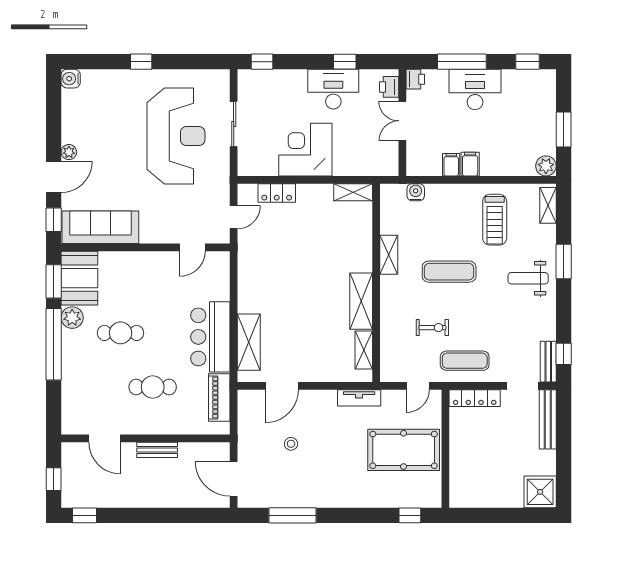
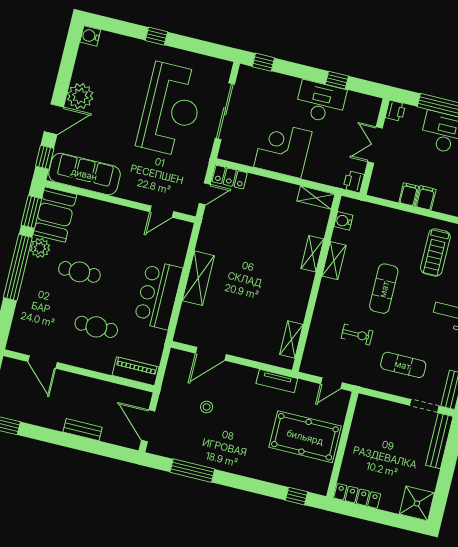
printer: (389, 87) -> (354, 182), moved
sliding door: (234, 124) -> (225, 111), width x1.37
plant: (69, 152) -> (80, 96), width x1.87, depth x1.87
water cooler: (416, 192) -> (343, 221), moved, turned -90
locker: (277, 193) -> (230, 177), moved
exercise mat: (449, 272) -> (384, 289), turned 90
shelving: (361, 301) -> (312, 254), moved, width x0.67, depth x0.75
shelving: (249, 342) -> (198, 278), moved
exercise mat: (465, 361) -> (403, 365), moved
piano: (219, 398) -> (136, 371), moved, turned 90
locker: (475, 398) -> (357, 496), moved, turned 180
bench: (157, 450) -> (83, 430), moved

